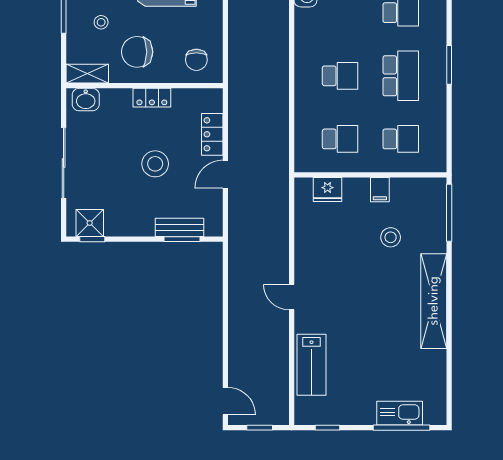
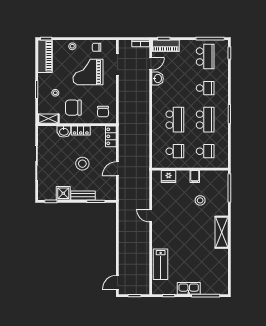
school desk: (340, 76) -> (175, 120), width x1.85
washbasin: (86, 100) -> (64, 131), moved
locker: (212, 134) -> (111, 136), moved
shower: (90, 223) -> (63, 193), moved
bench: (180, 227) -> (83, 195), moved
door: (292, 297) -> (151, 216), moved
shelving: (434, 301) -> (222, 232), width x0.68
door: (225, 401) -> (117, 282), swing flipped
kitchen sink: (400, 413) -> (189, 288), moved

